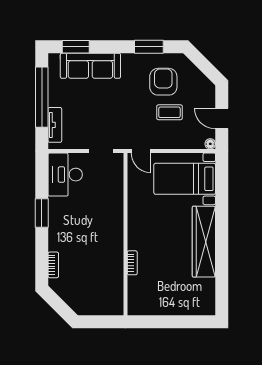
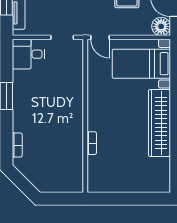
floor lamp: (210, 144) -> (161, 26), width x1.89, depth x1.89
desk: (65, 175) -> (28, 54), width x0.73

